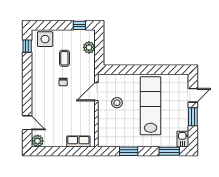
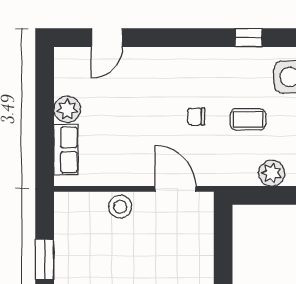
window: (27, 46) -> (249, 38), moved
stool: (117, 103) -> (120, 207), moved
plant: (38, 141) -> (67, 109), moved

